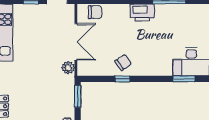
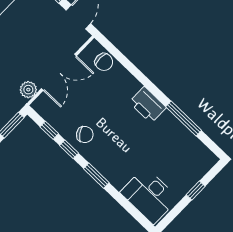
window: (101, 79) -> (49, 130), added
window: (184, 79) -> (96, 176), moved

